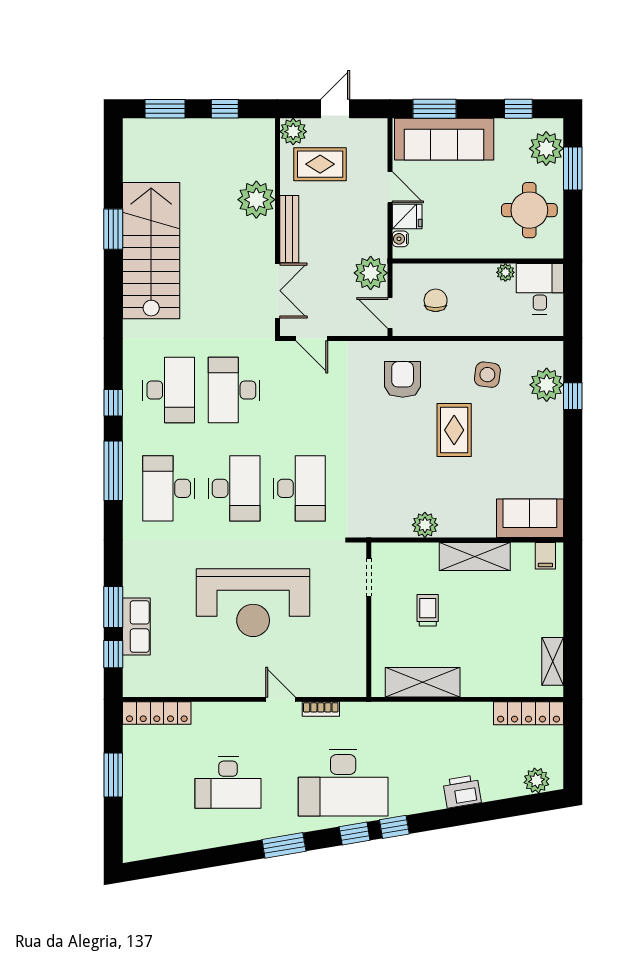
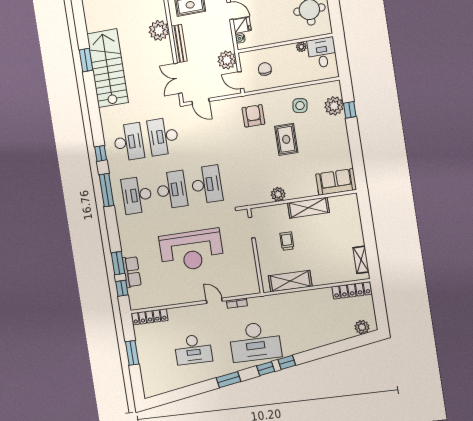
double door: (277, 291) -> (178, 78), swing flipped
filing cabinet: (545, 556) -> (348, 201), removed
printer: (462, 792) -> (321, 338), removed

